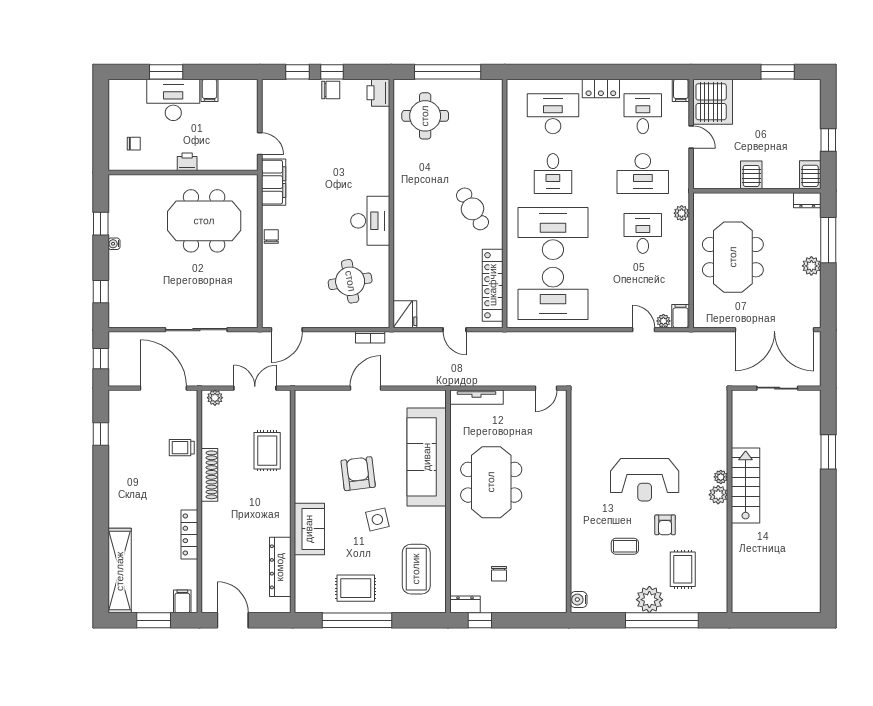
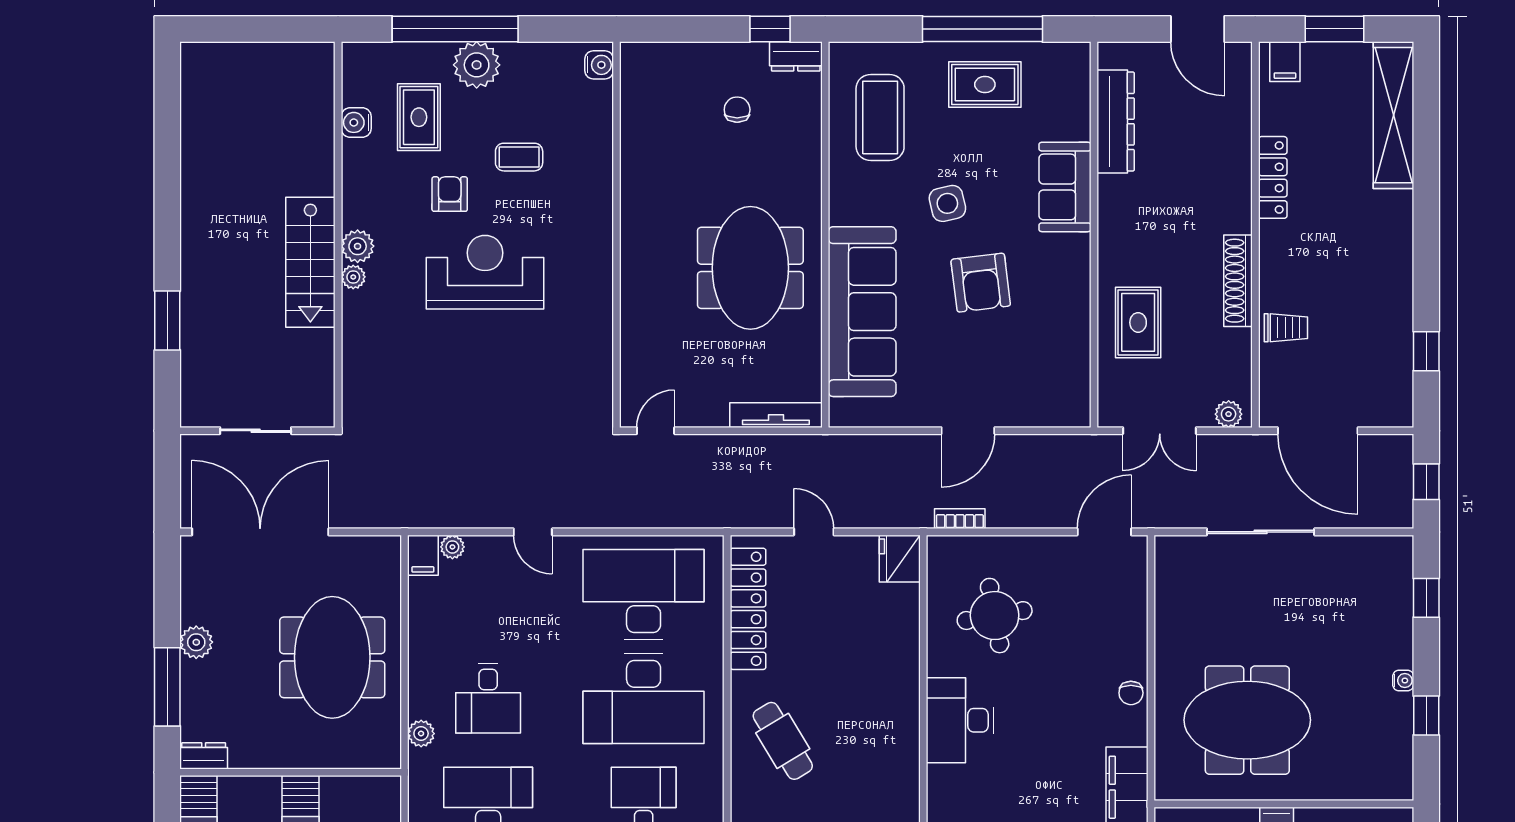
door: (644, 330) -> (533, 532), moved
water cooler: (719, 566) -> (356, 122), added

